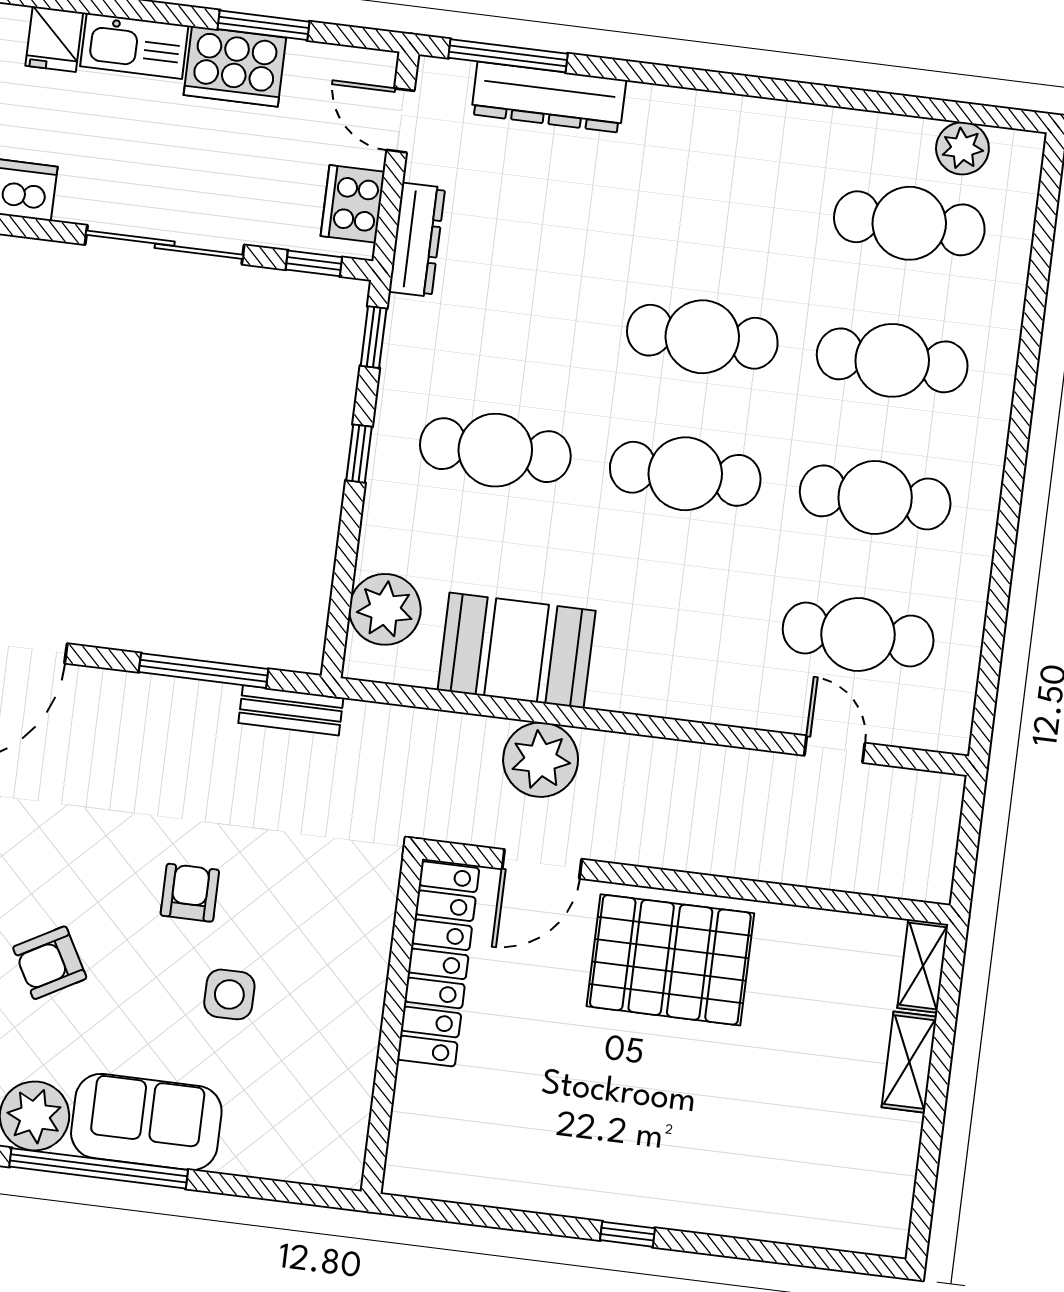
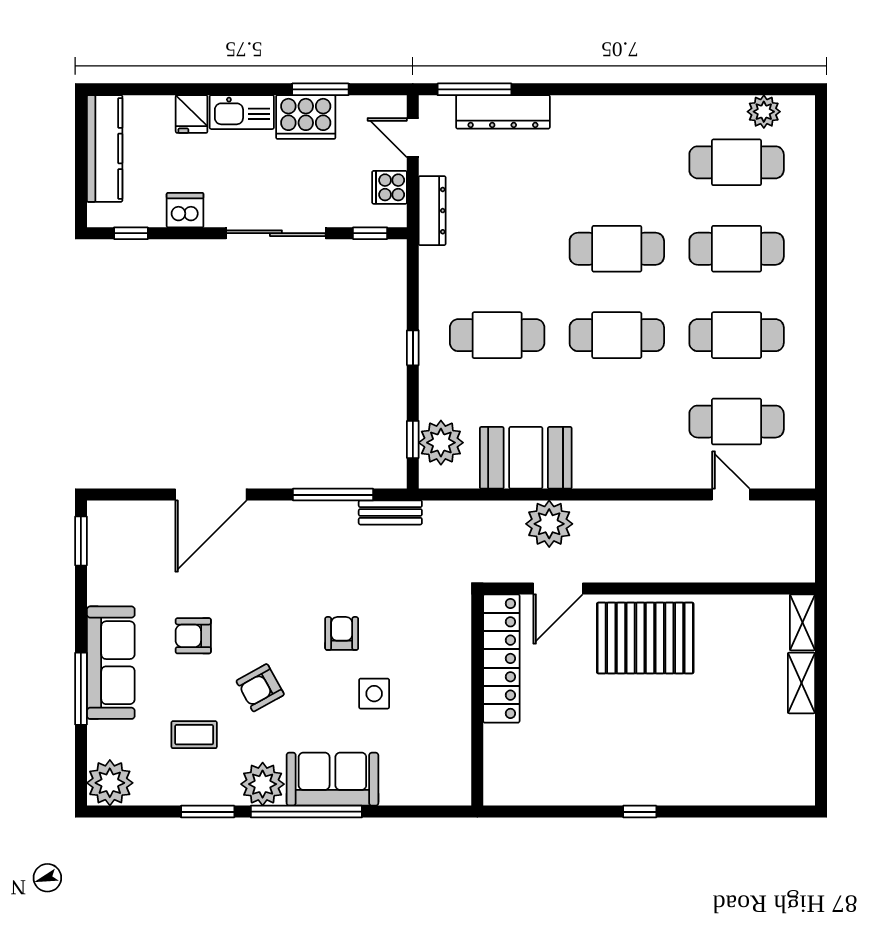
cooker: (353, 204) -> (390, 187), width x0.73
window: (374, 337) -> (413, 439), moved

